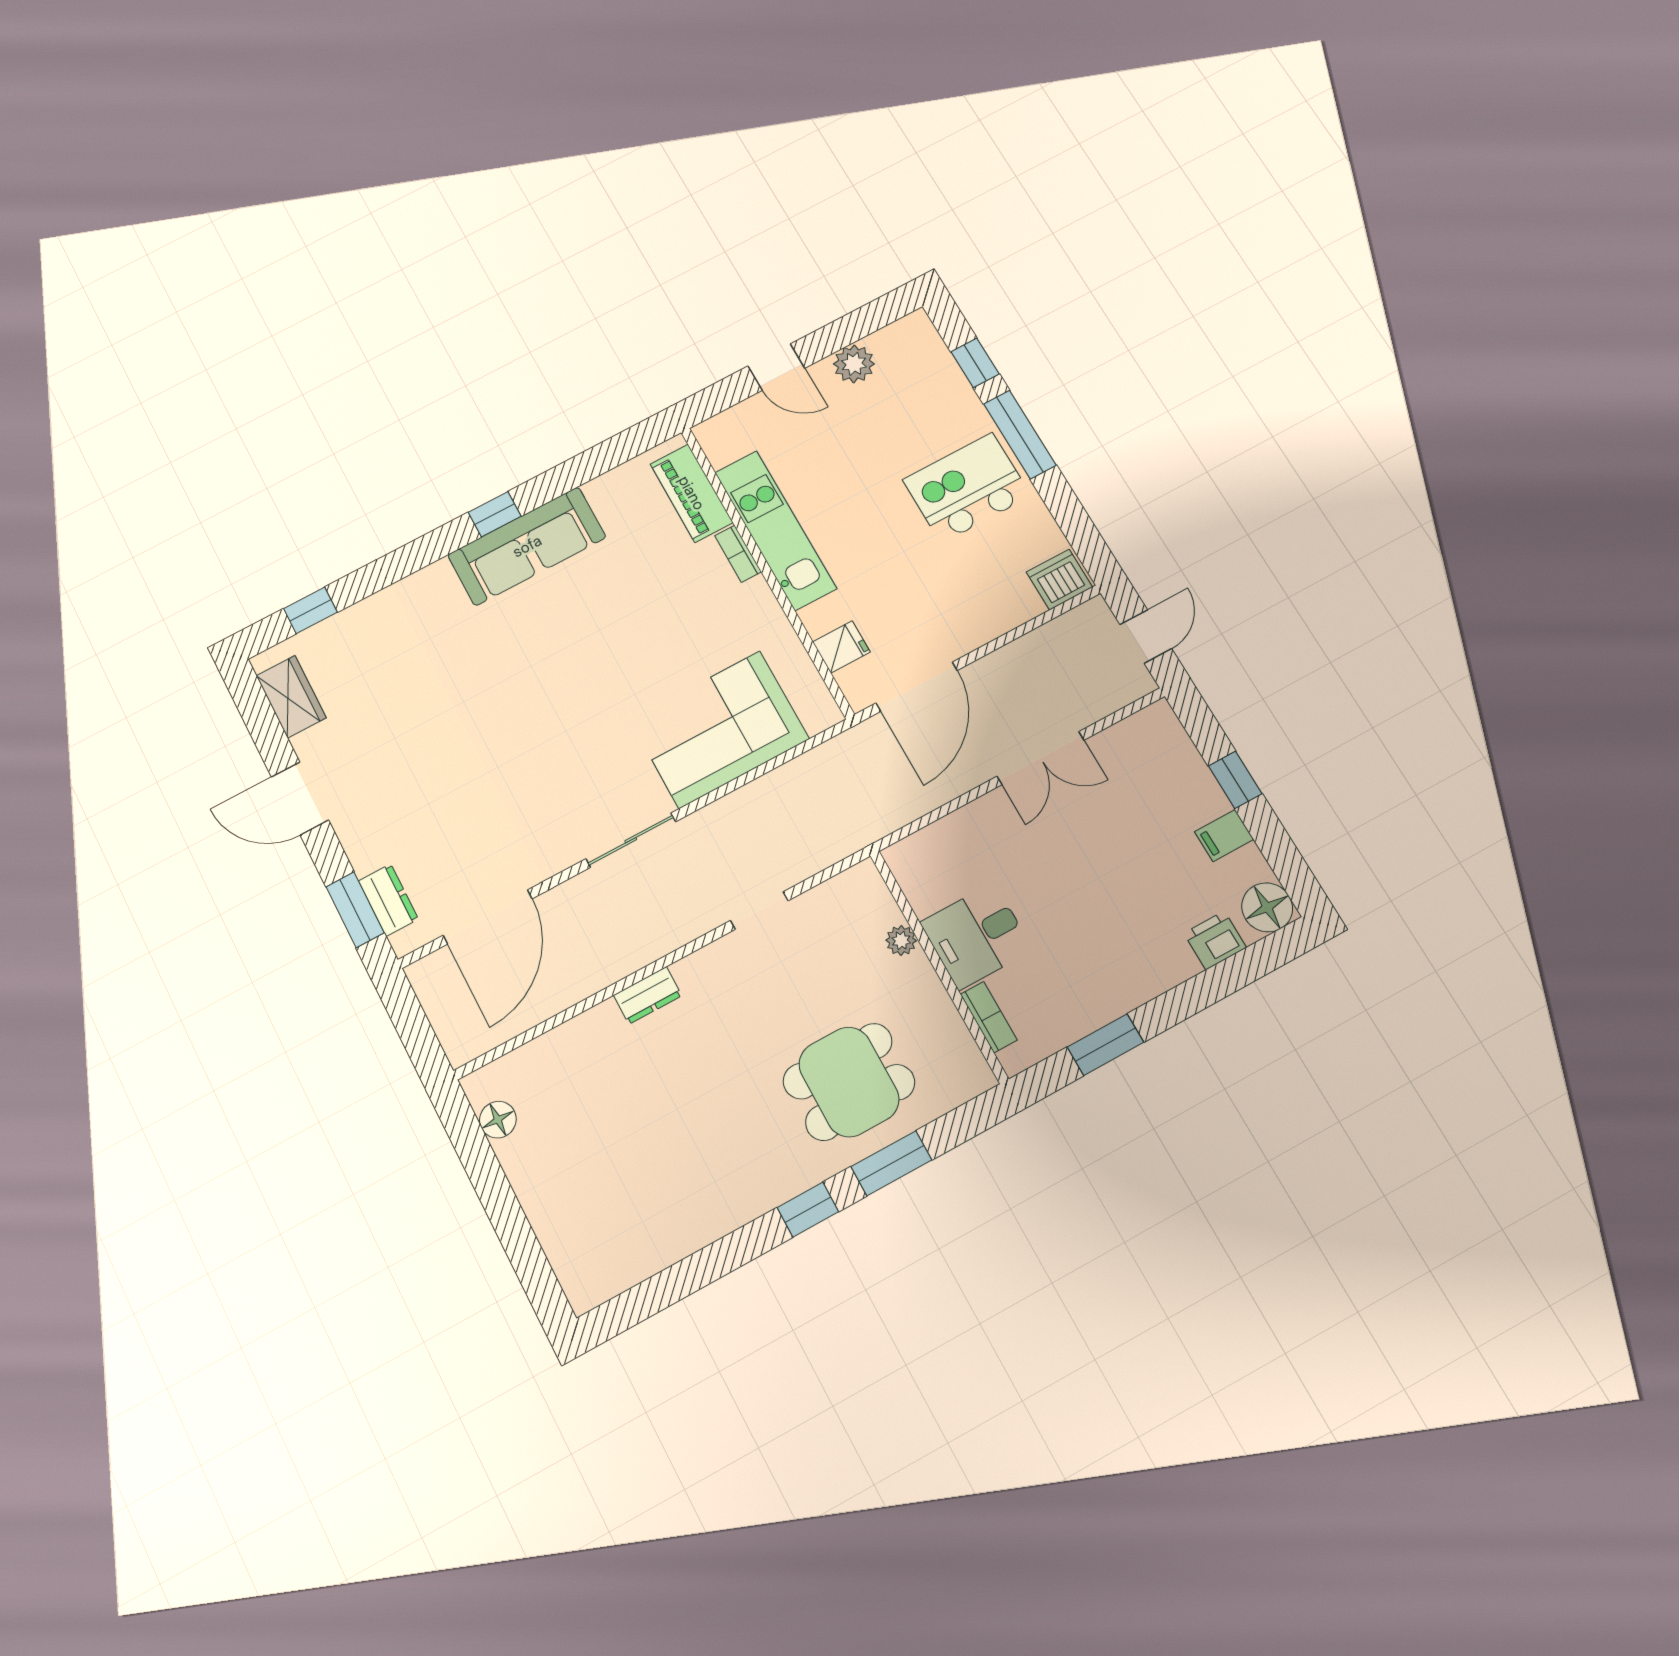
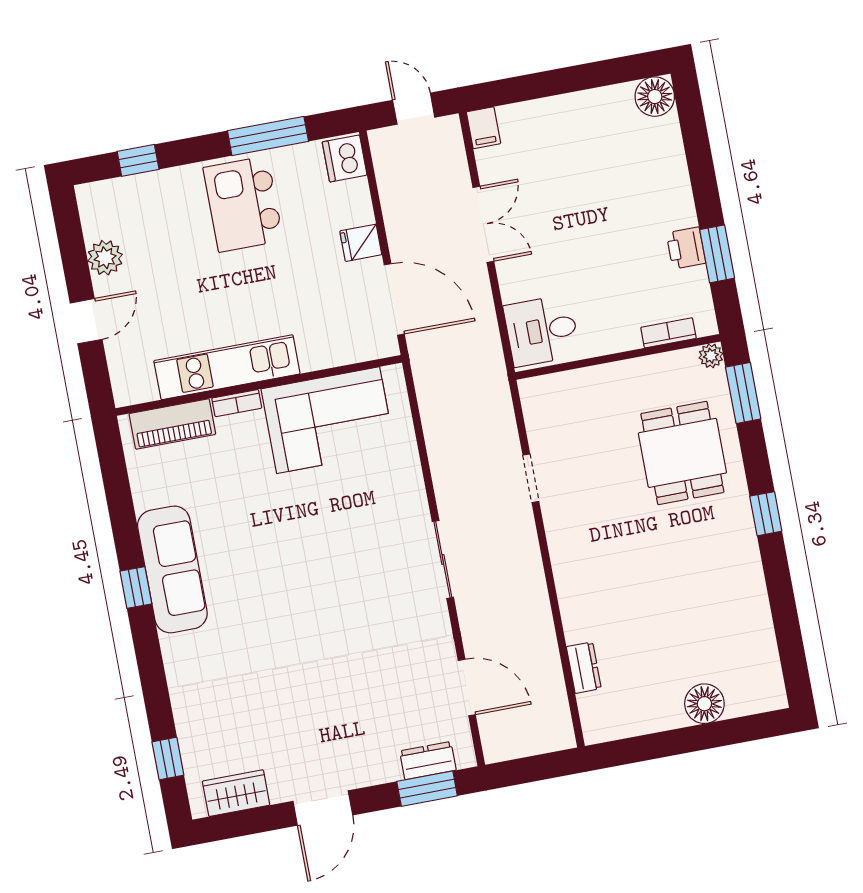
window: (1020, 435) -> (268, 136), moved
fridge: (841, 647) -> (361, 243), moved, turned -90
corner sofa: (720, 729) -> (328, 420), moved, turned -90
window: (1235, 780) -> (550, 83), removed
filing cabinet: (1224, 836) -> (483, 128), moved
door: (488, 917) -> (467, 688), width x0.73
desk: (976, 936) -> (542, 331), moved, turned 90
plant: (901, 940) -> (711, 356), moved
printer: (1215, 940) -> (686, 248), moved
dresser: (648, 995) -> (584, 668), moved
floor lamp: (498, 1120) -> (704, 704), moved, width x1.38, depth x1.38
window: (891, 1163) -> (743, 393), moved

